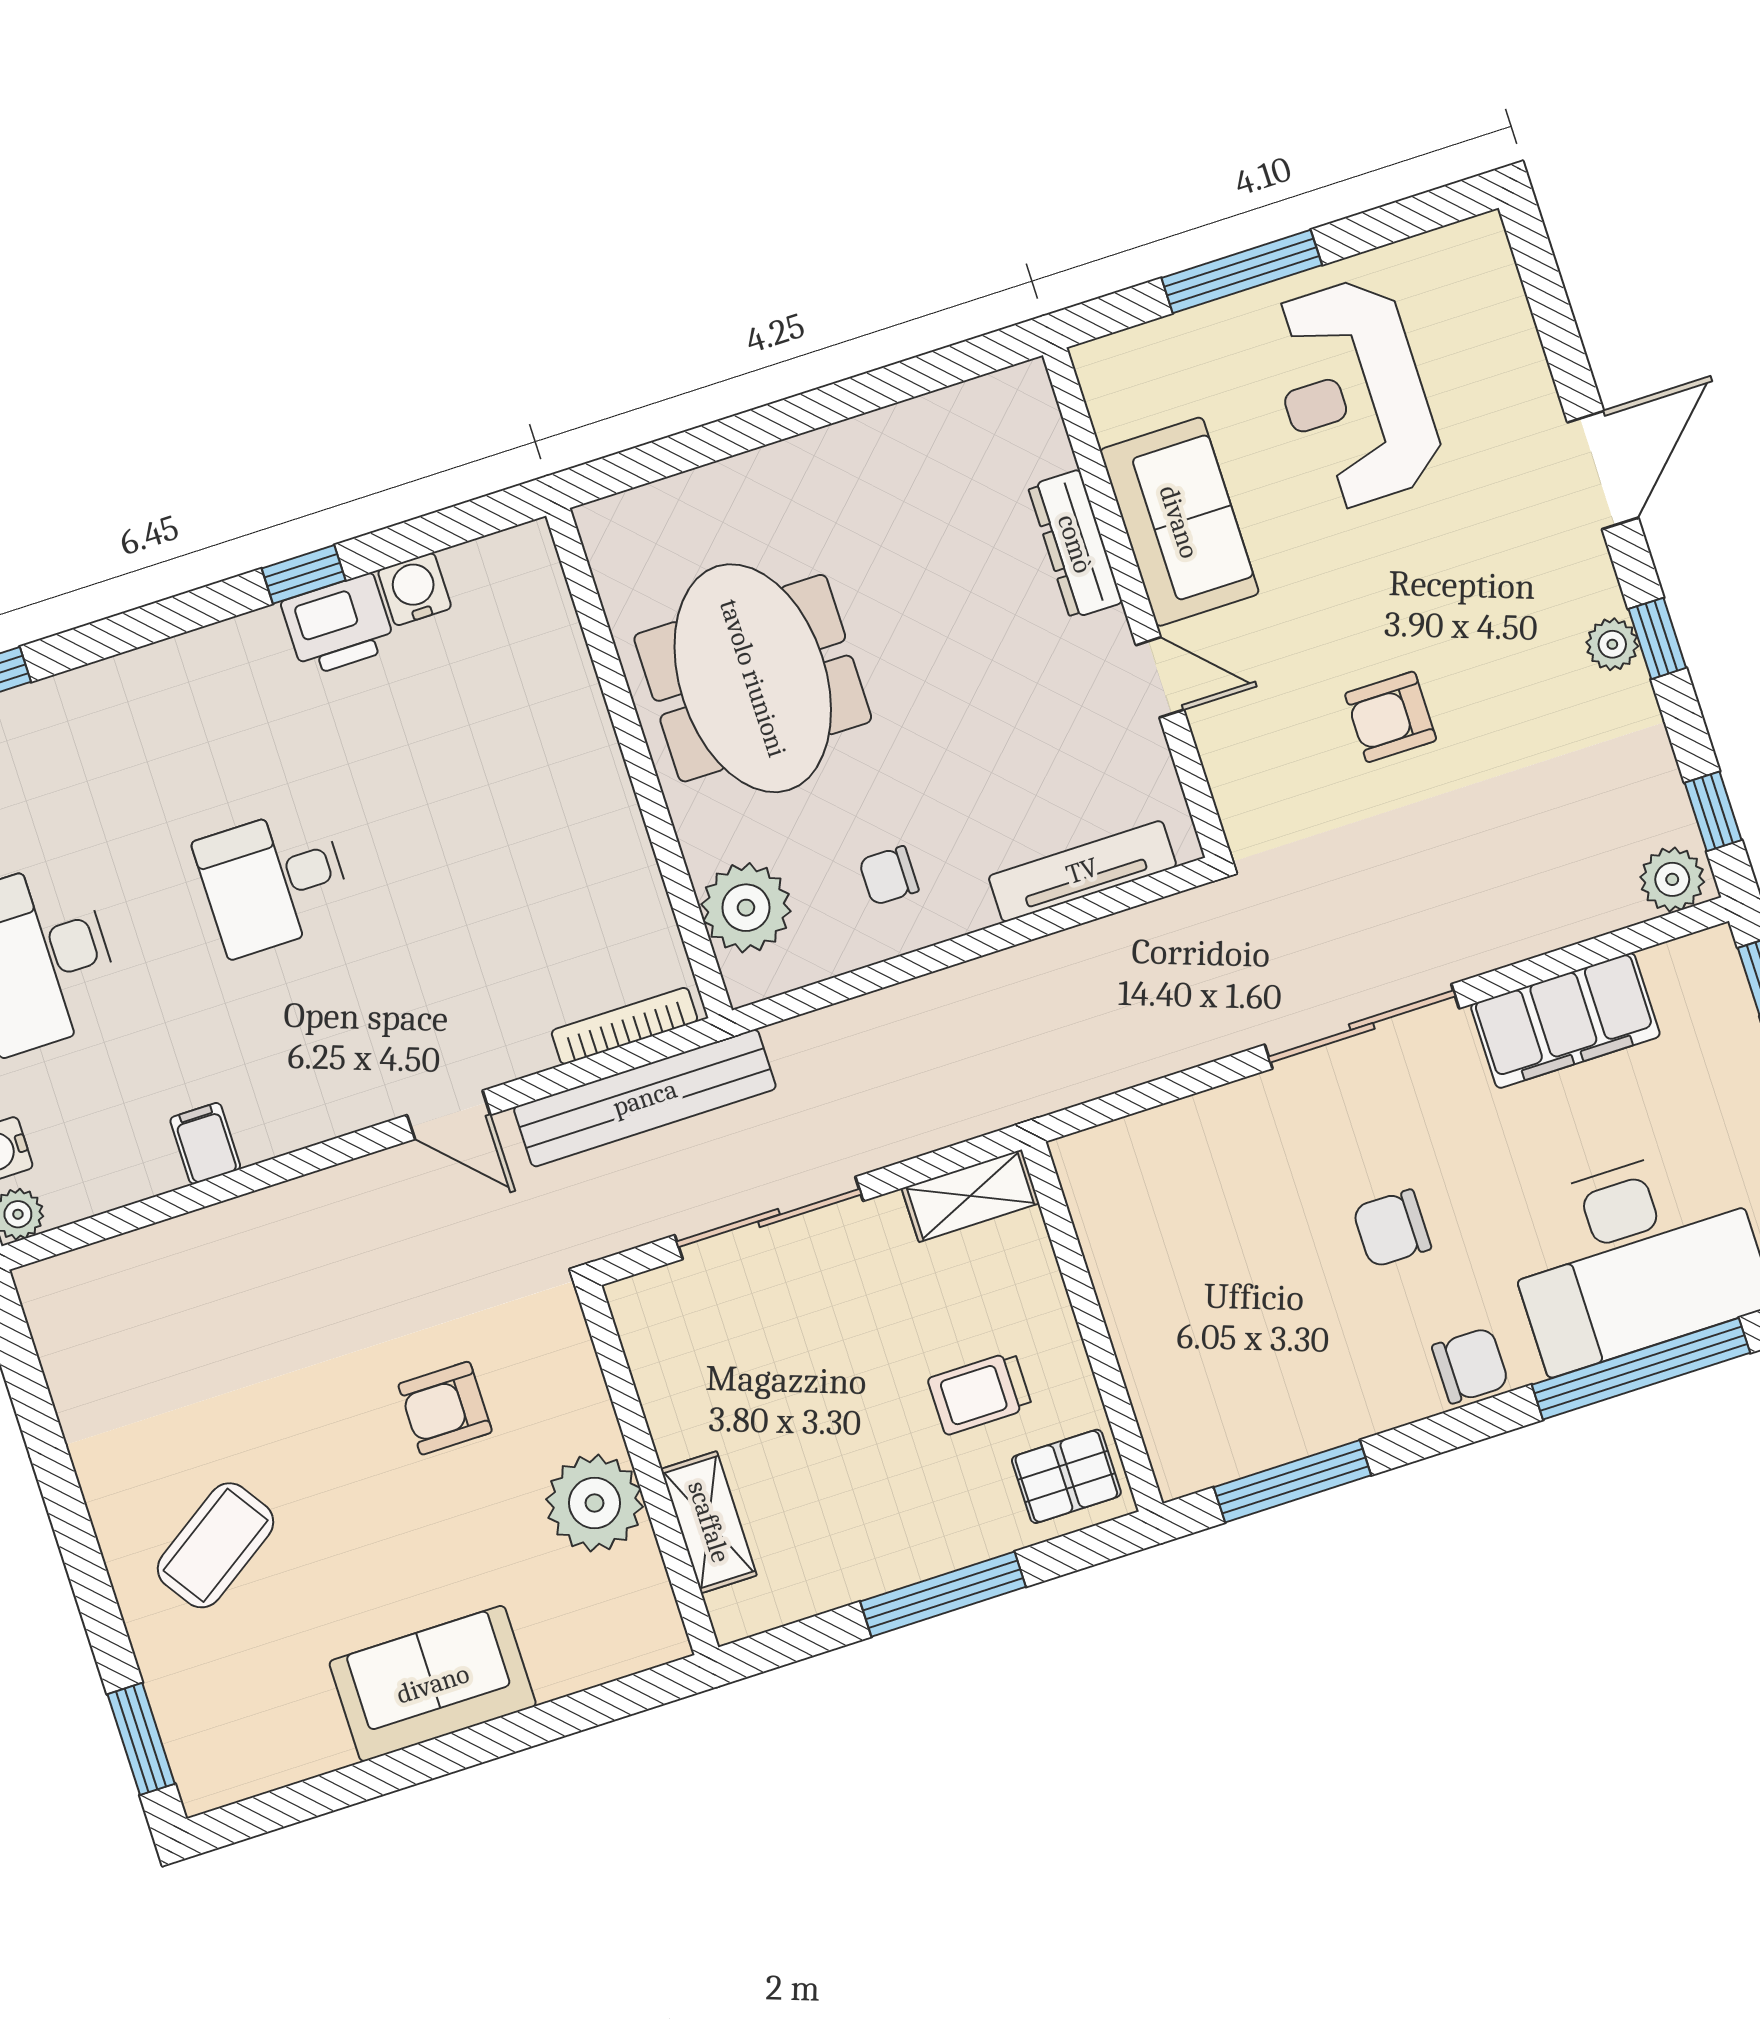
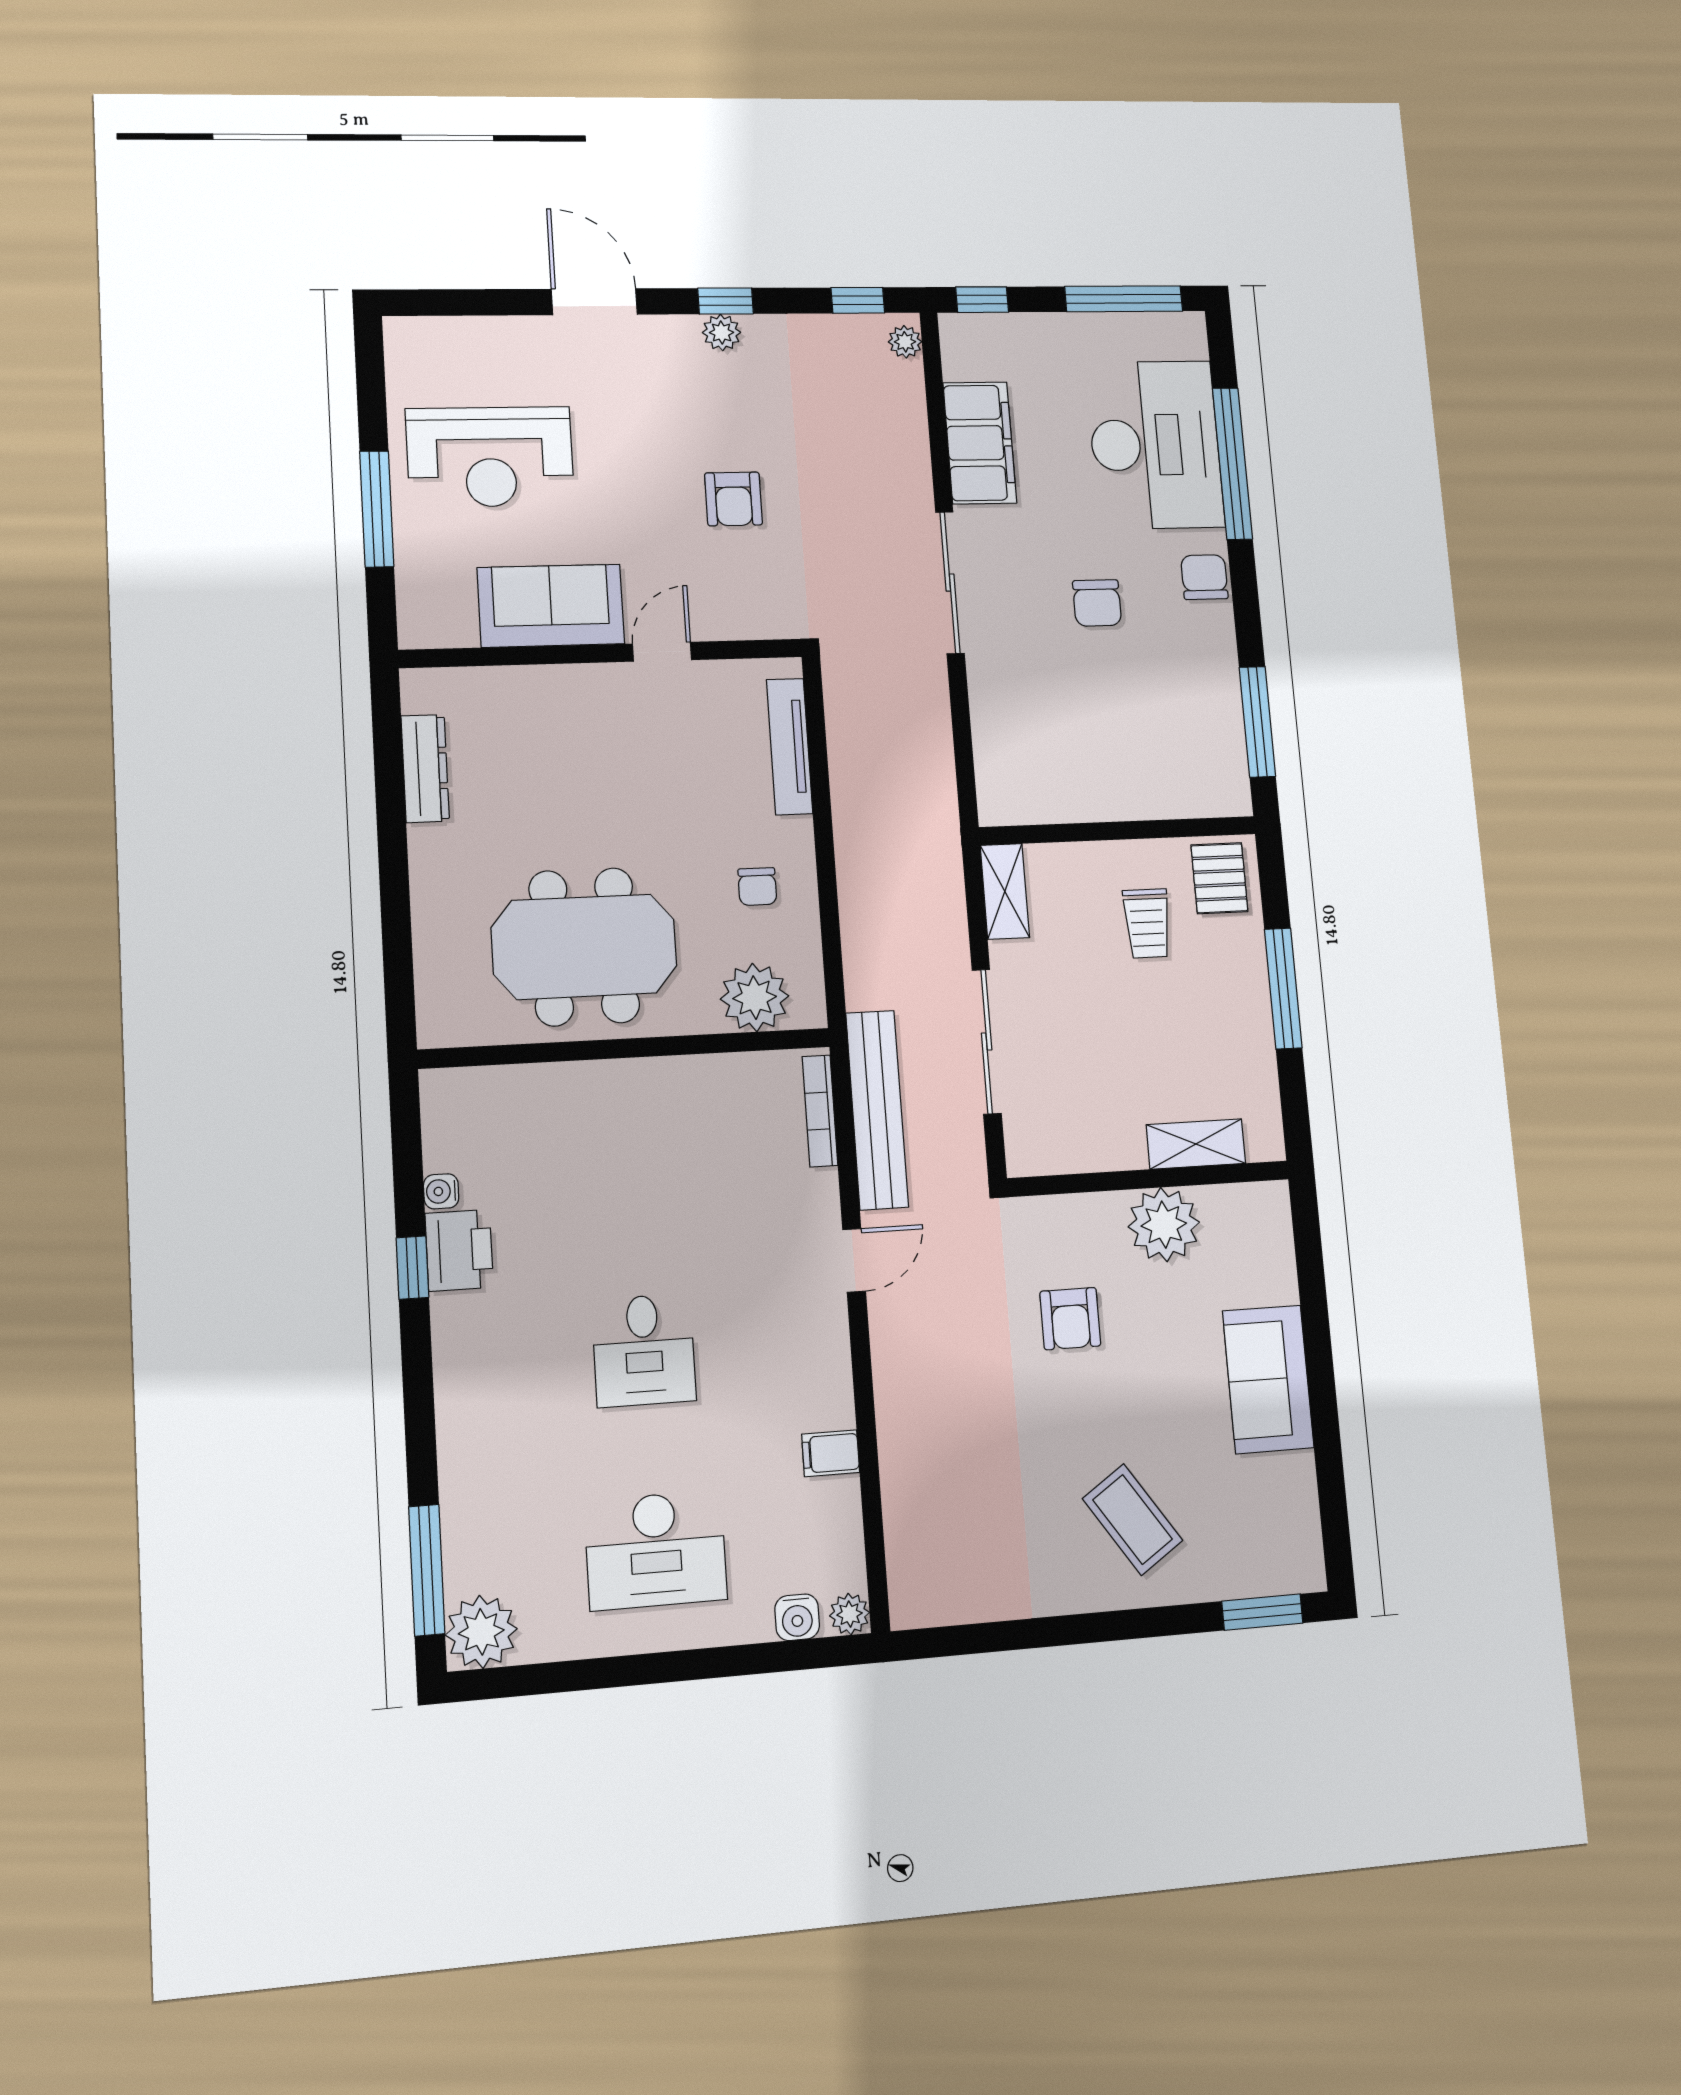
dresser: (1075, 544) -> (425, 768), moved, turned -90
water cooler: (415, 589) -> (441, 1191), width x0.72, depth x0.72
plant: (1672, 879) -> (905, 342), width x0.73, depth x0.73

